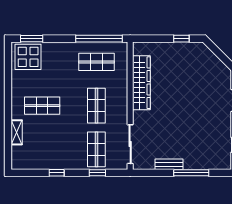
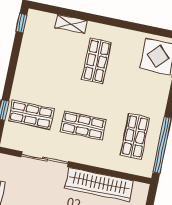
sliding door: (130, 144) -> (45, 159), moved
window: (57, 173) -> (21, 23), moved

